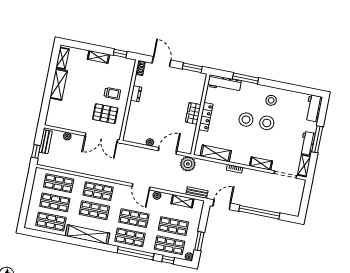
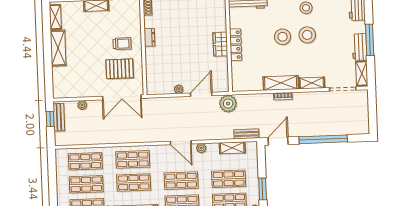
window: (36, 151) -> (50, 119), moved
shelving: (216, 153) -> (281, 83), moved

